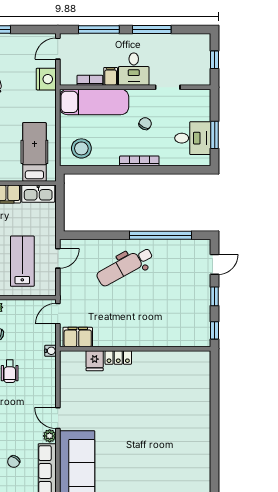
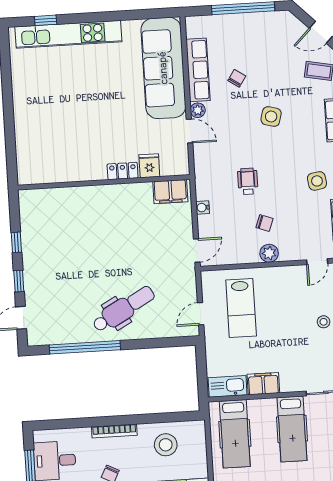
stool: (81, 148) -> (166, 445), moved
filing cabinet: (78, 337) -> (170, 192), moved
wall: (135, 349) -> (104, 182), moved
locker: (118, 357) -> (123, 171), moved
fridge: (95, 361) -> (149, 166), moved

